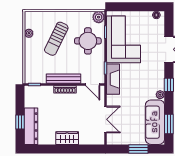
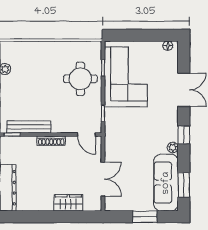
plant: (99, 17) -> (94, 48), removed
sun lounger: (56, 39) -> (40, 76), removed
bench: (64, 79) -> (29, 127), moved
fireplace: (113, 79) -> (112, 128), removed
wardrobe: (67, 138) -> (68, 203), moved

